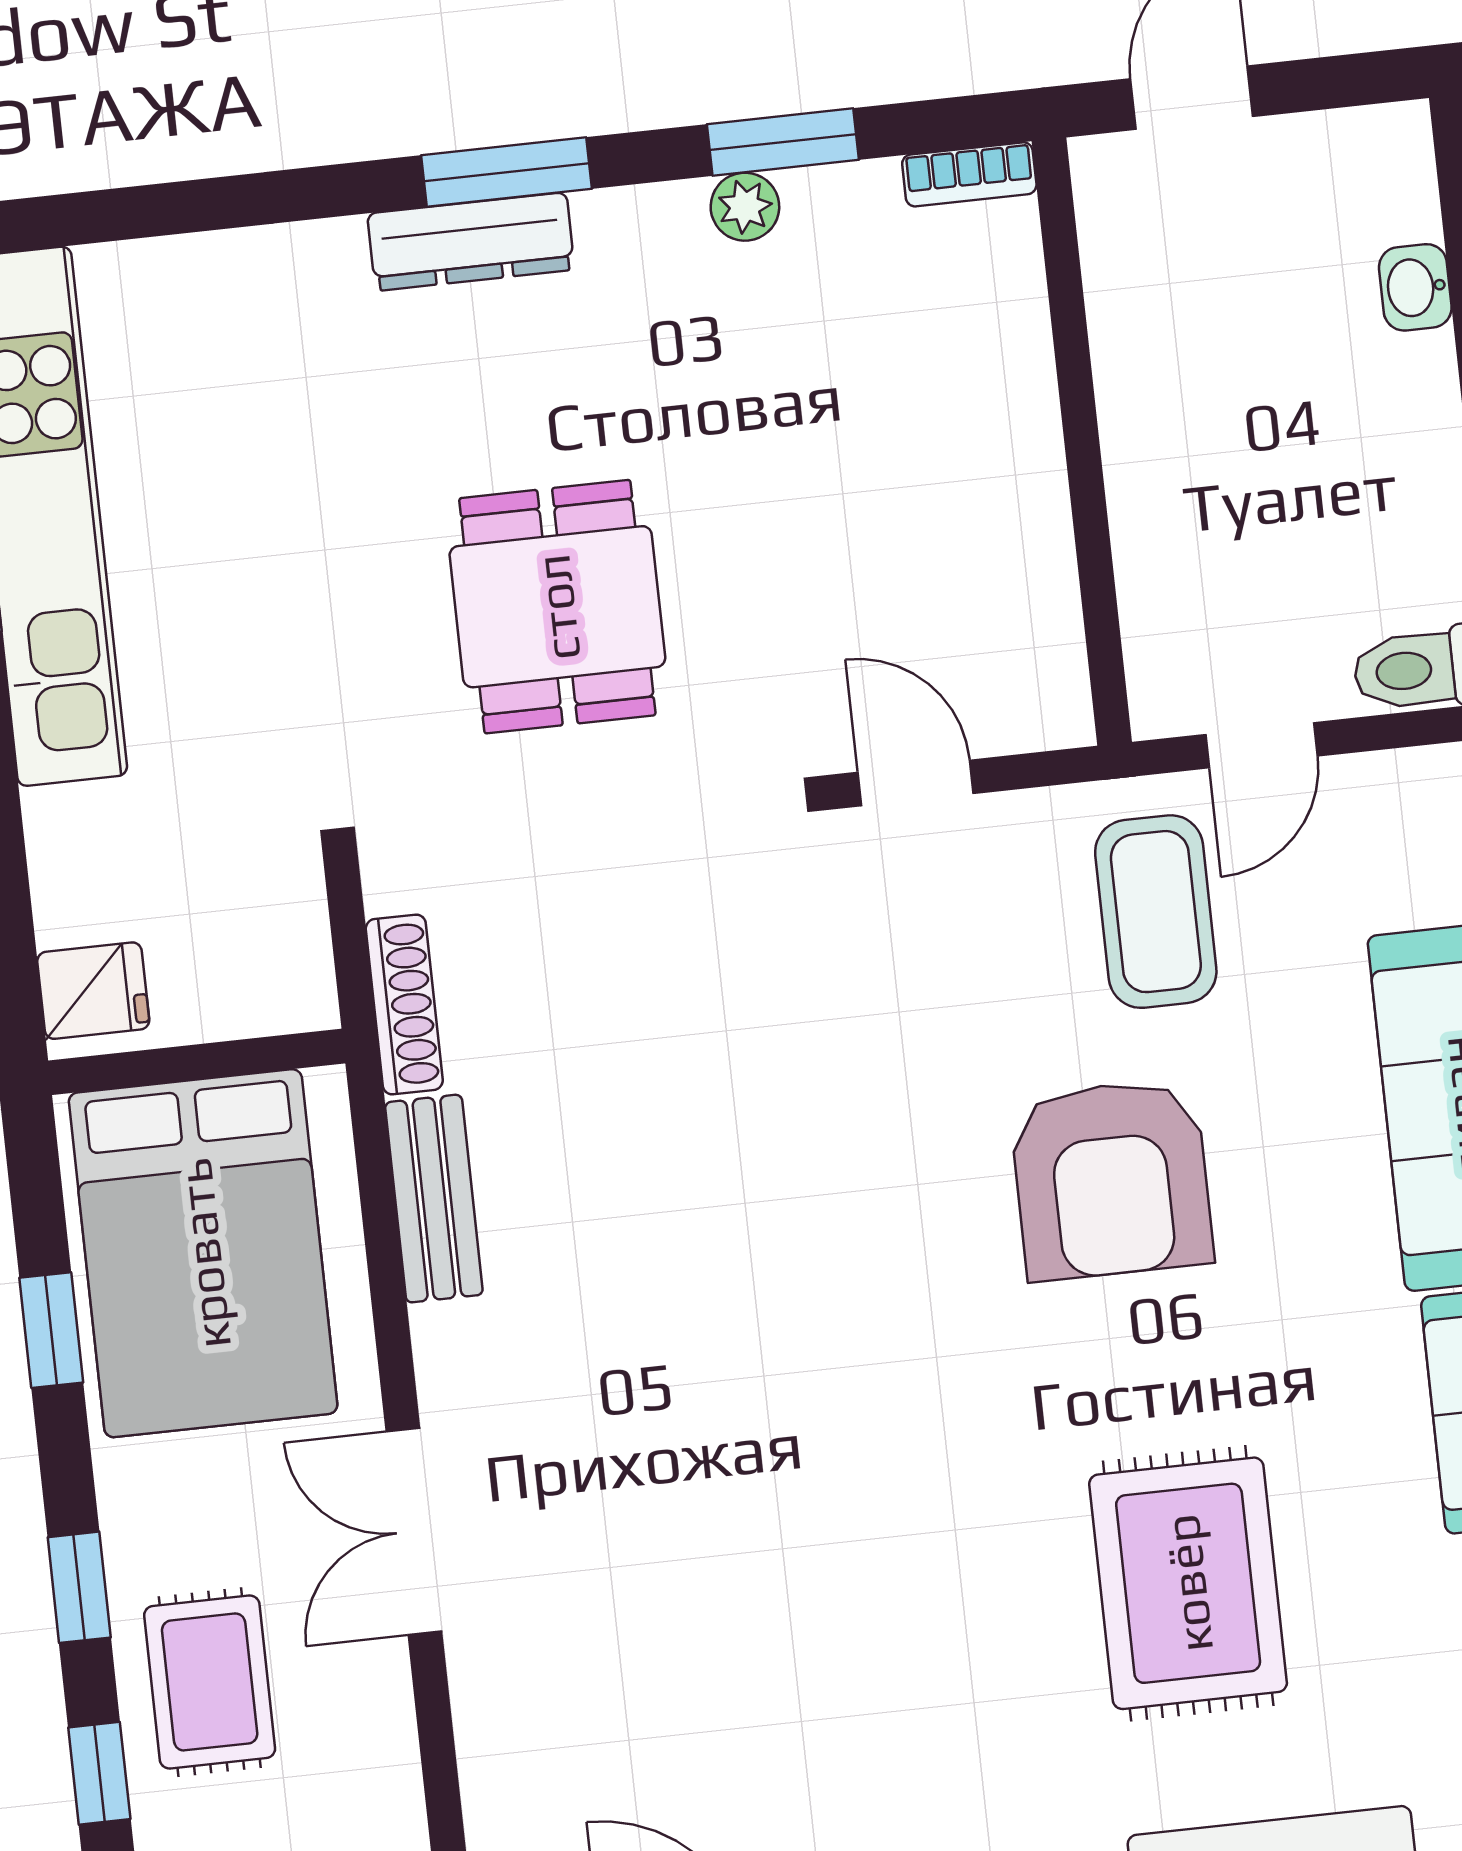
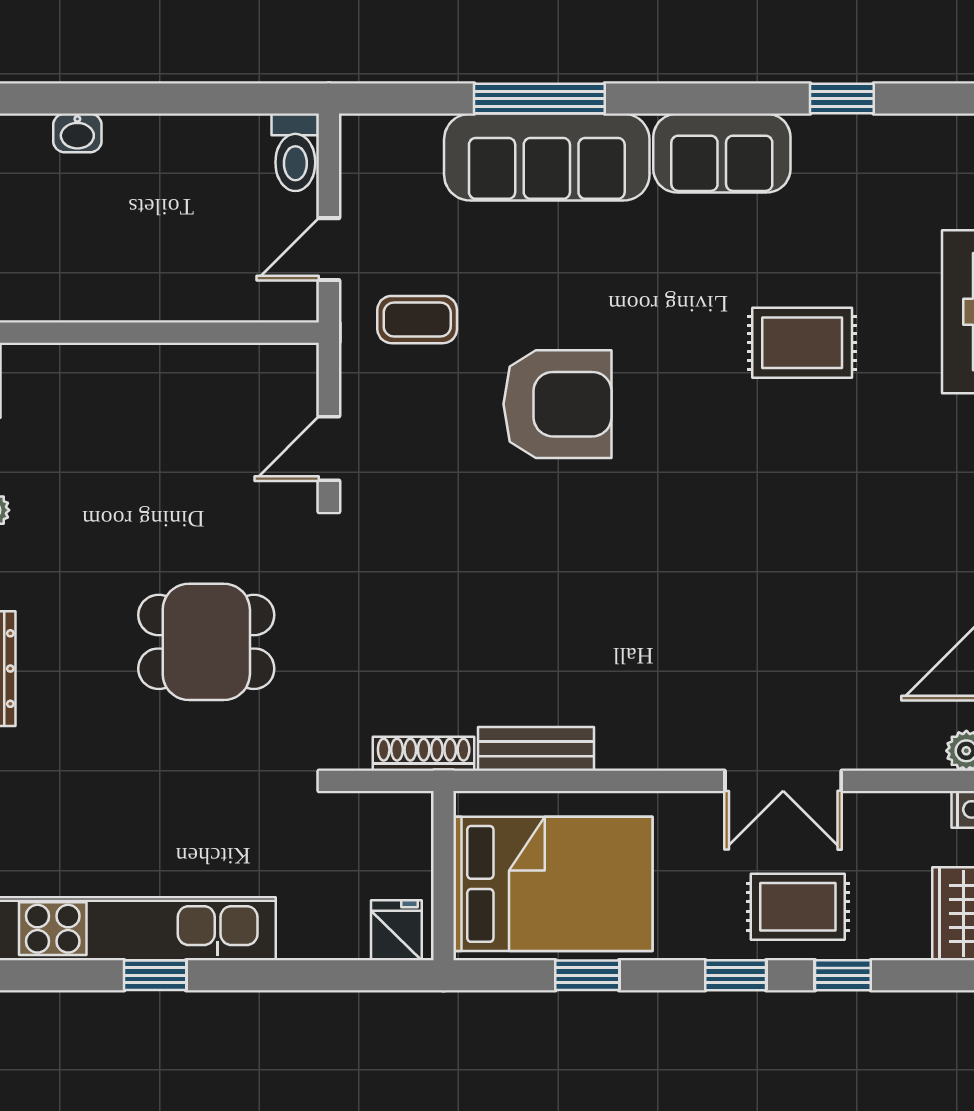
door: (1261, 745) -> (329, 249), swing flipped
coffee table: (1156, 912) -> (417, 320), width x0.73, depth x0.77
armchair: (1111, 1179) -> (557, 404), moved
double door: (414, 1532) -> (783, 781), moved
rug: (1188, 1583) -> (802, 343), width x0.73, depth x0.70

